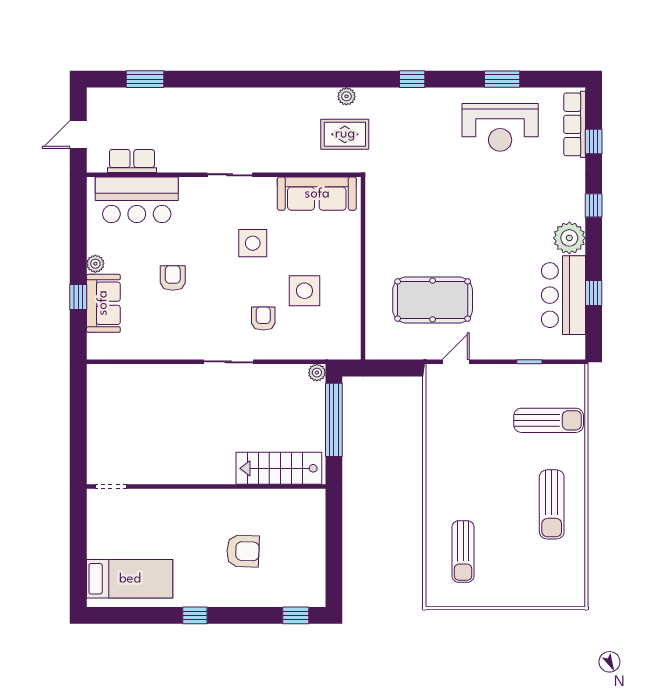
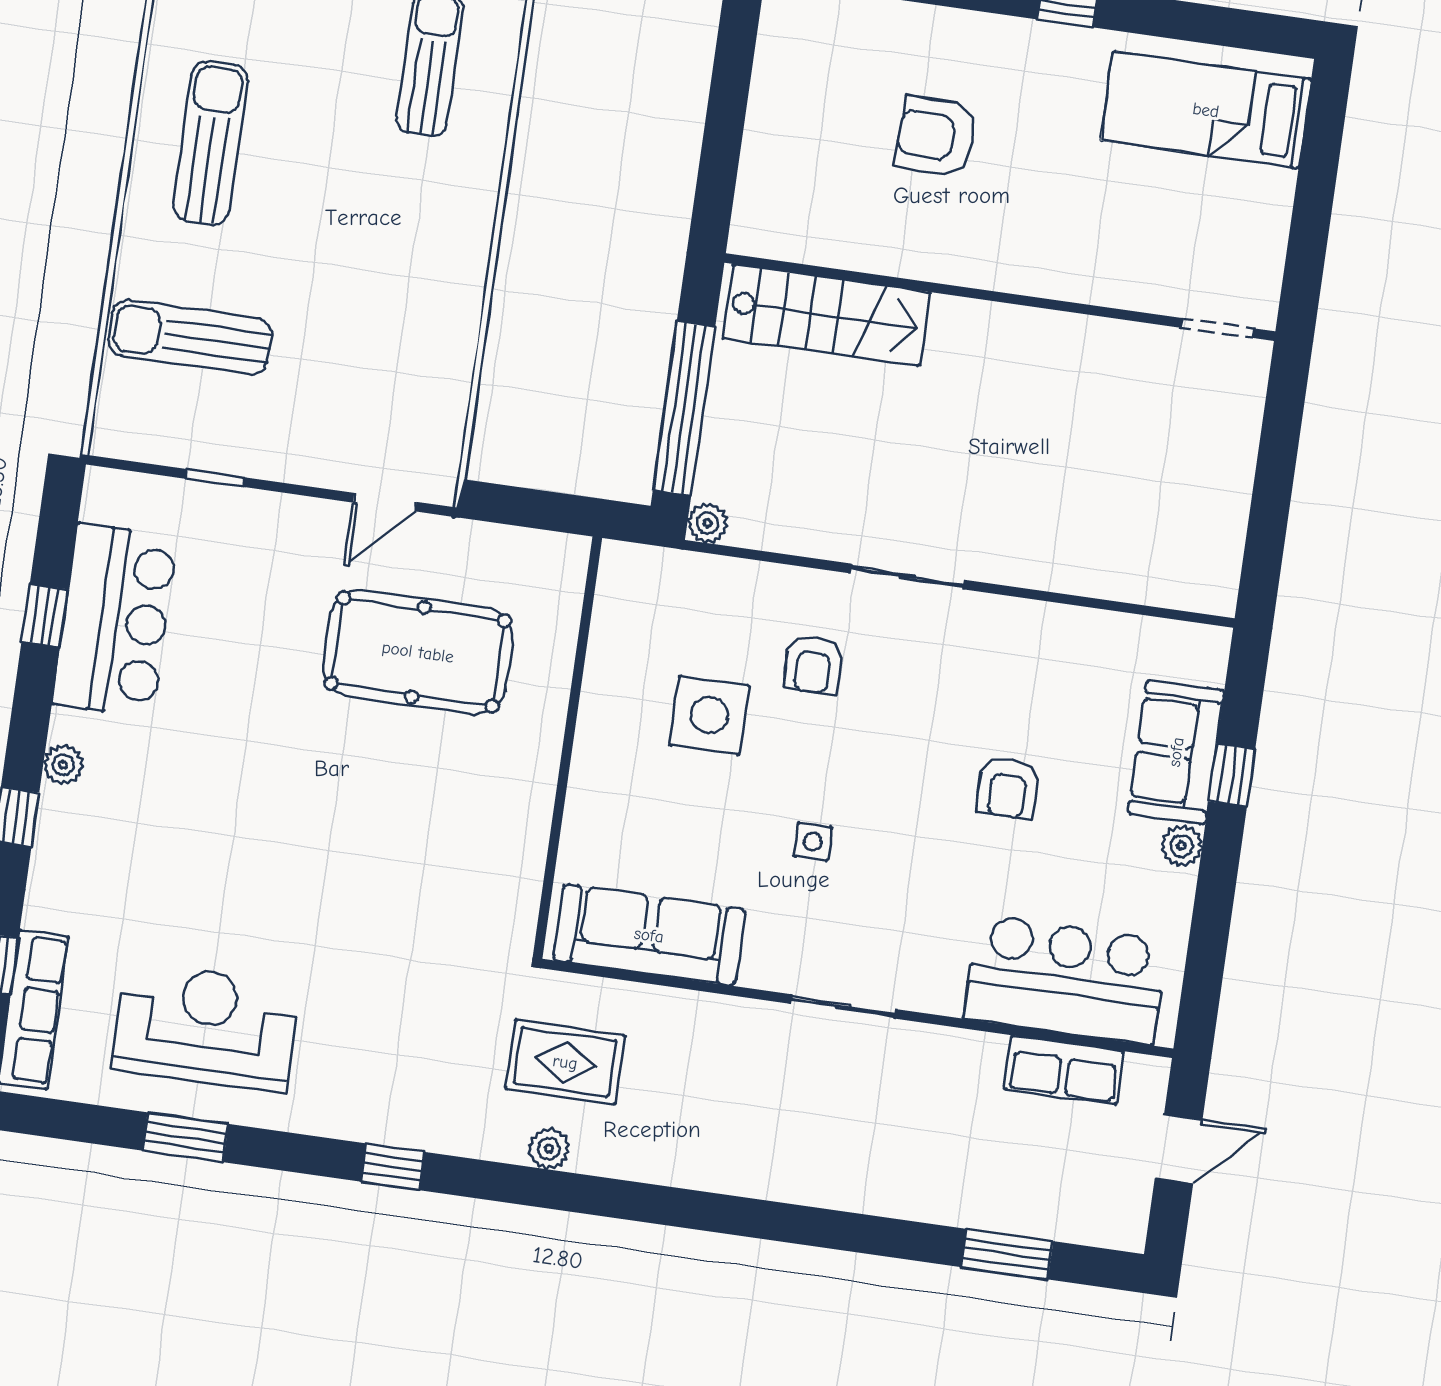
plant: (569, 238) -> (63, 765), width x0.53, depth x0.53
side table: (253, 243) -> (813, 842), width x0.54, depth x0.54

